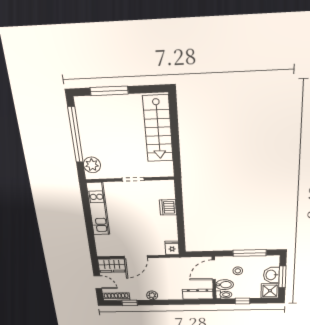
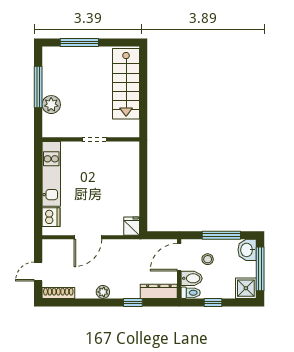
window: (76, 135) -> (38, 87), width x0.68
plant: (92, 165) -> (51, 105), moved
dishwasher: (168, 207) -> (51, 217), moved, turned 180
wardrobe: (112, 266) -> (58, 248), removed
washbasin: (271, 275) -> (247, 250), moved
window: (282, 277) -> (260, 269), width x1.44
door: (98, 282) -> (38, 272), swing flipped
window: (130, 303) -> (133, 303), moved

